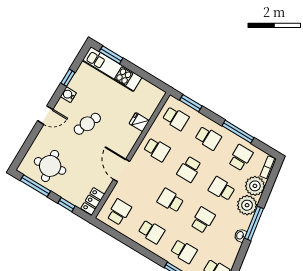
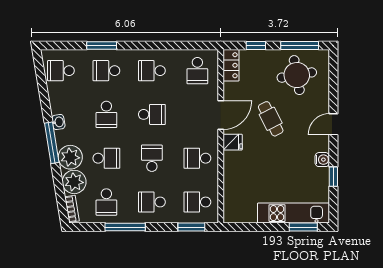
fridge: (139, 122) -> (233, 142), moved
cafe table: (87, 124) -> (271, 119), moved, turned -51
door: (122, 170) -> (221, 115), hinge flipped

